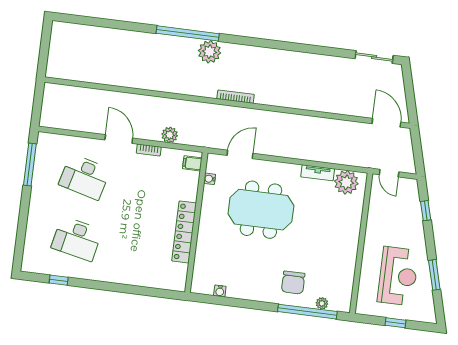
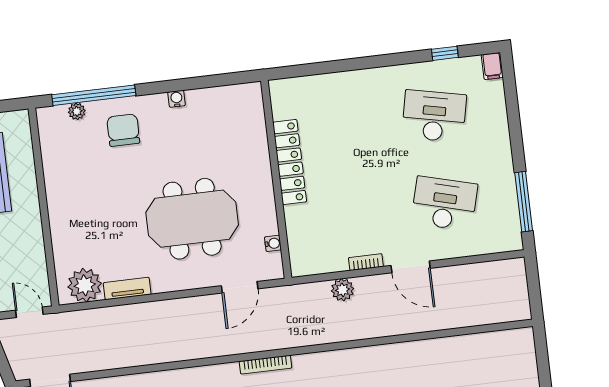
filing cabinet: (192, 163) -> (492, 66), moved, turned 90
water cooler: (220, 291) -> (177, 99), moved

